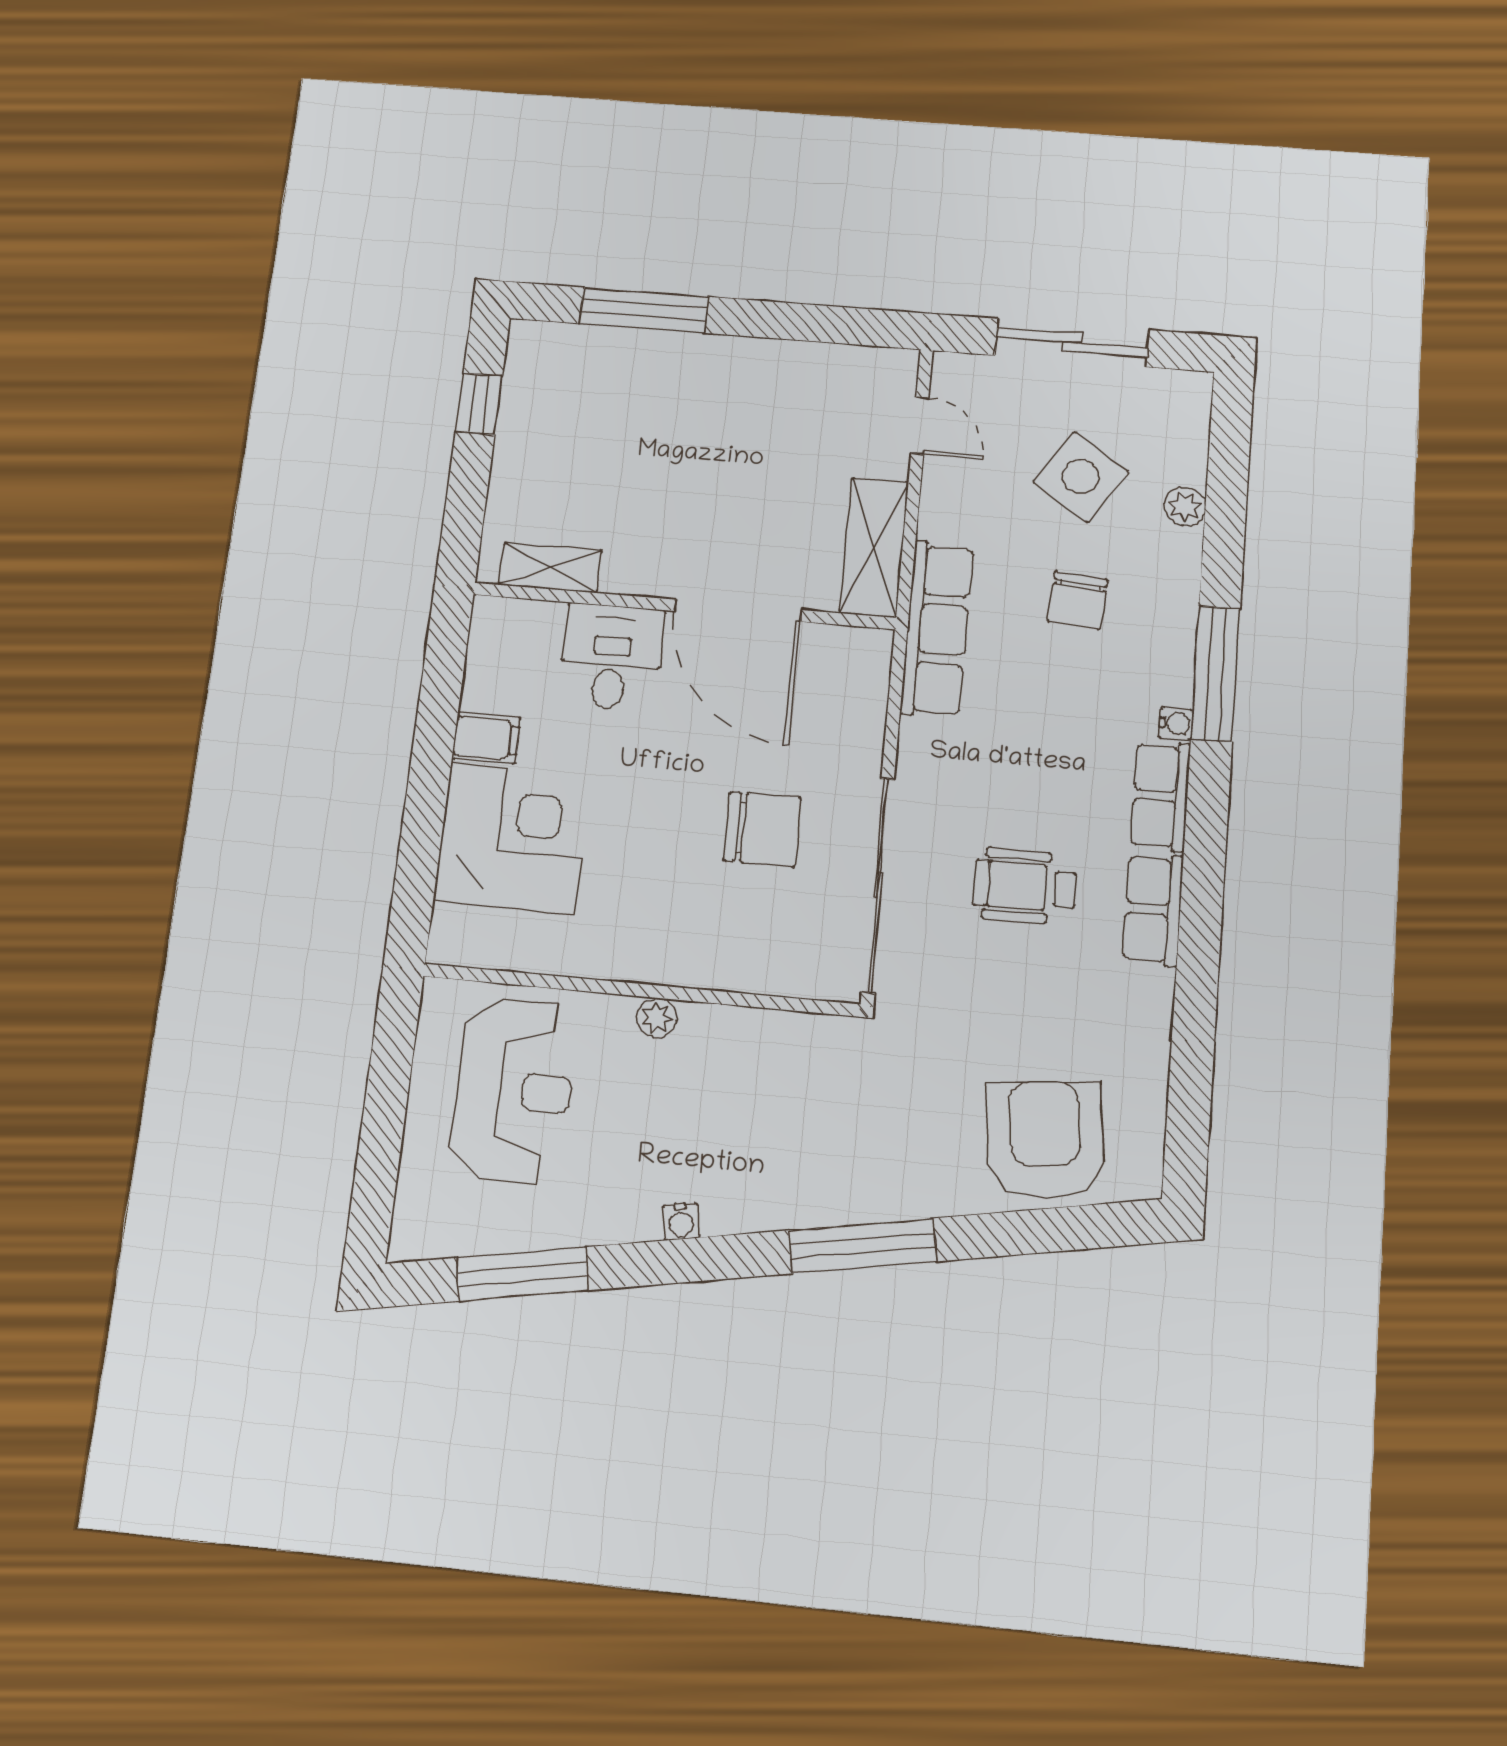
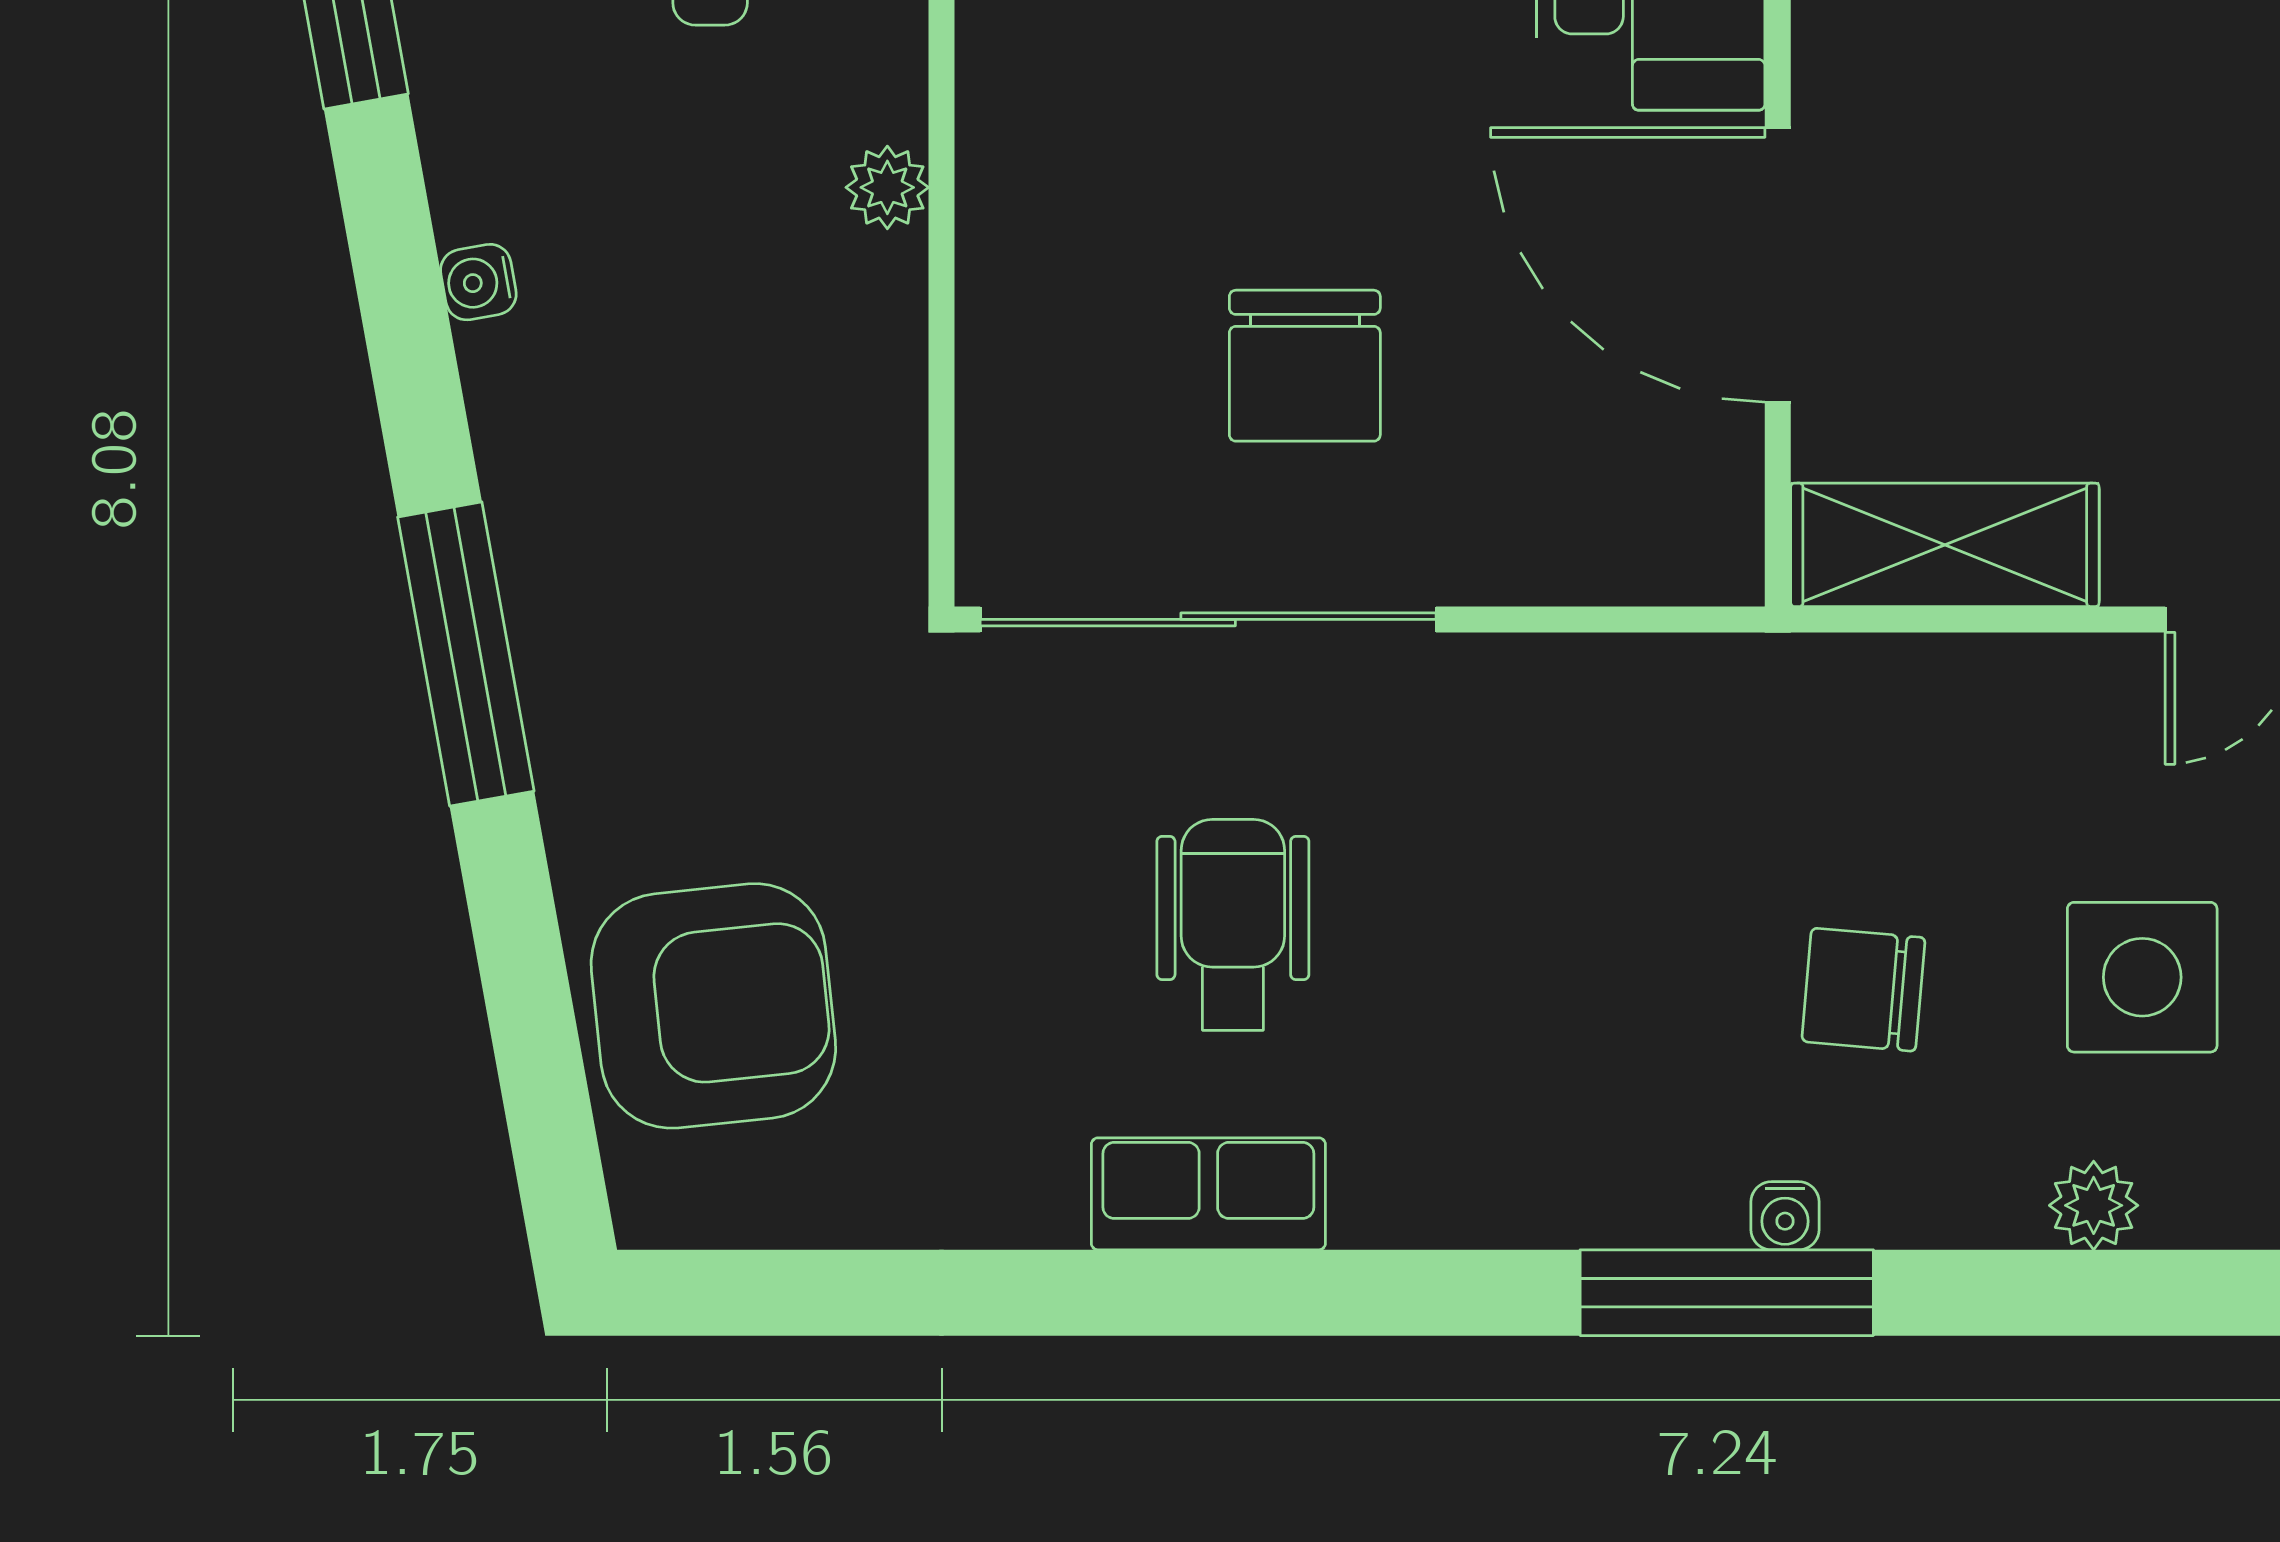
side table: (1081, 477) -> (2142, 977), turned -34
door: (738, 610) -> (1778, 265), hinge flipped
row of seats: (937, 629) -> (1773, 695), removed
water cooler: (1176, 723) -> (1785, 1216), moved
row of seats: (1161, 796) -> (1451, 1194), removed

